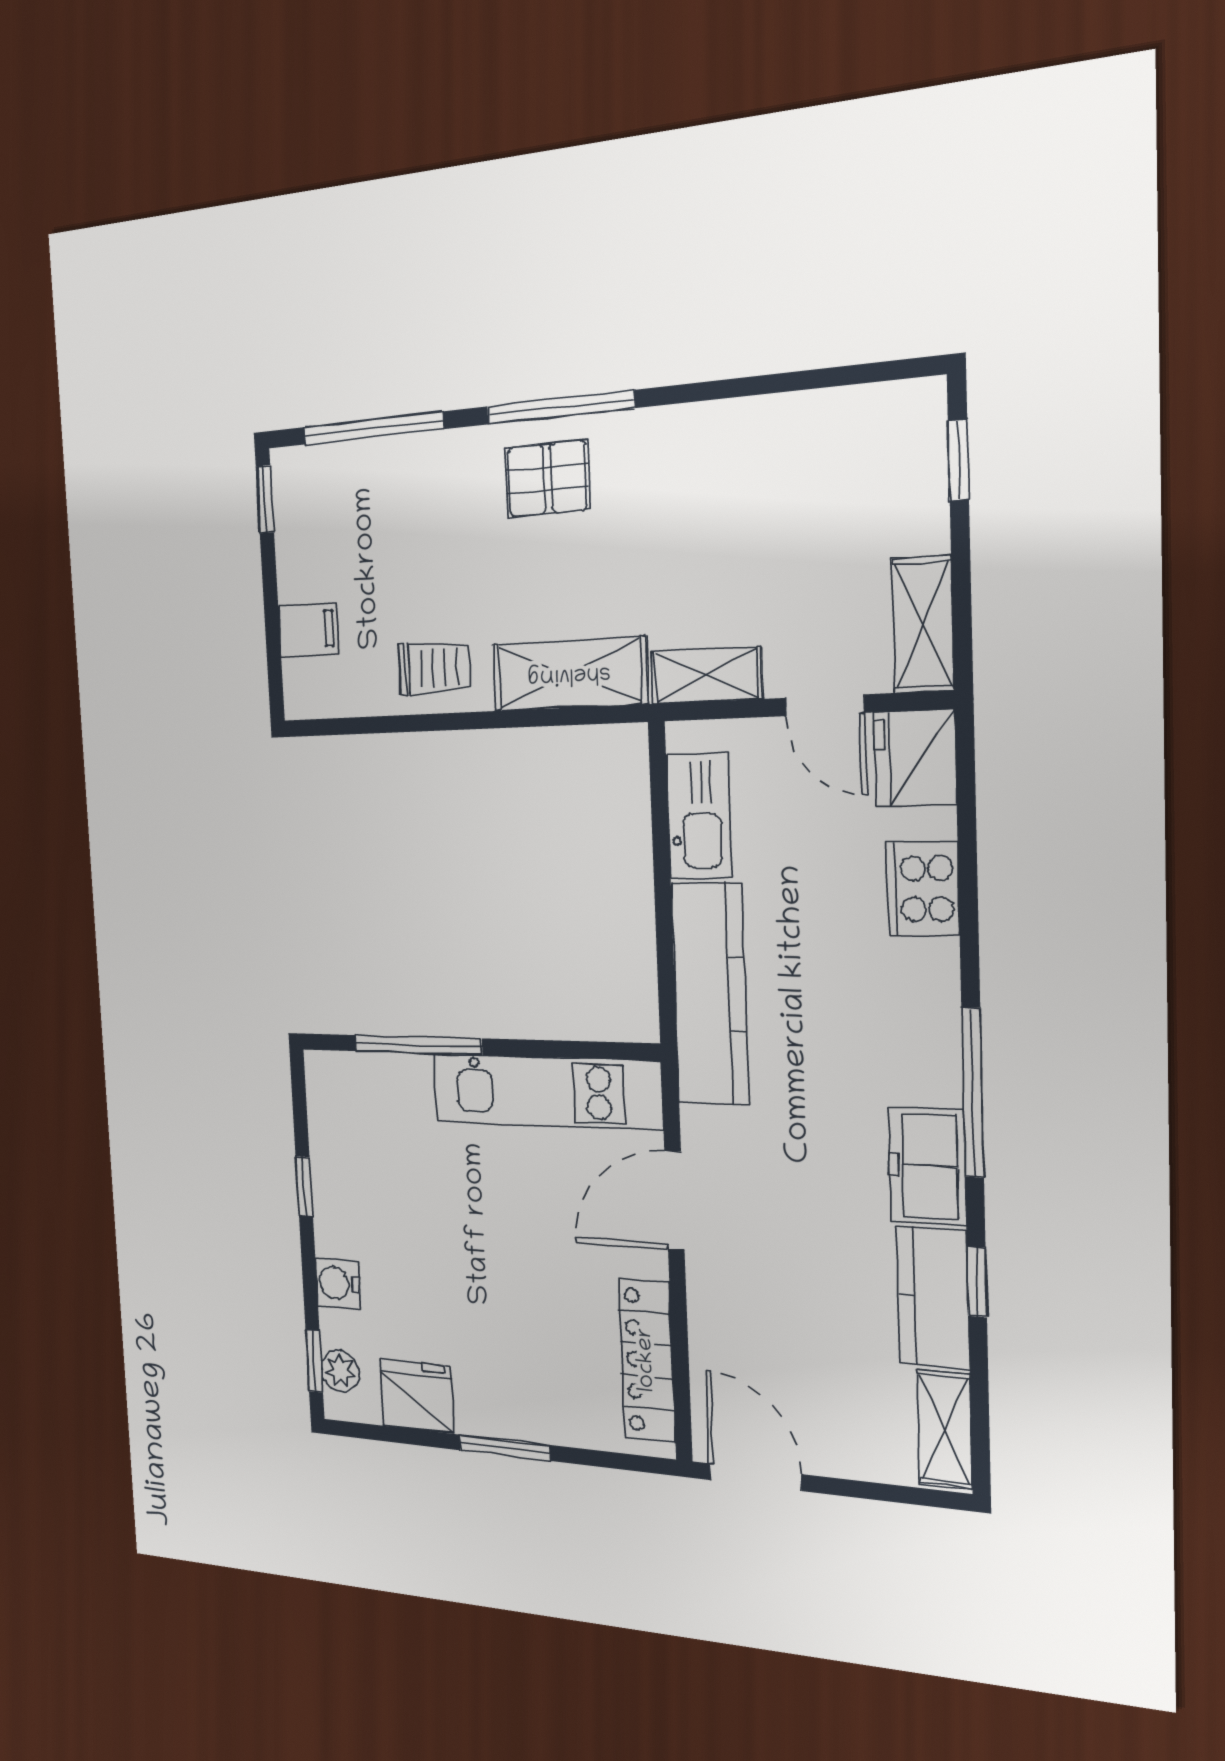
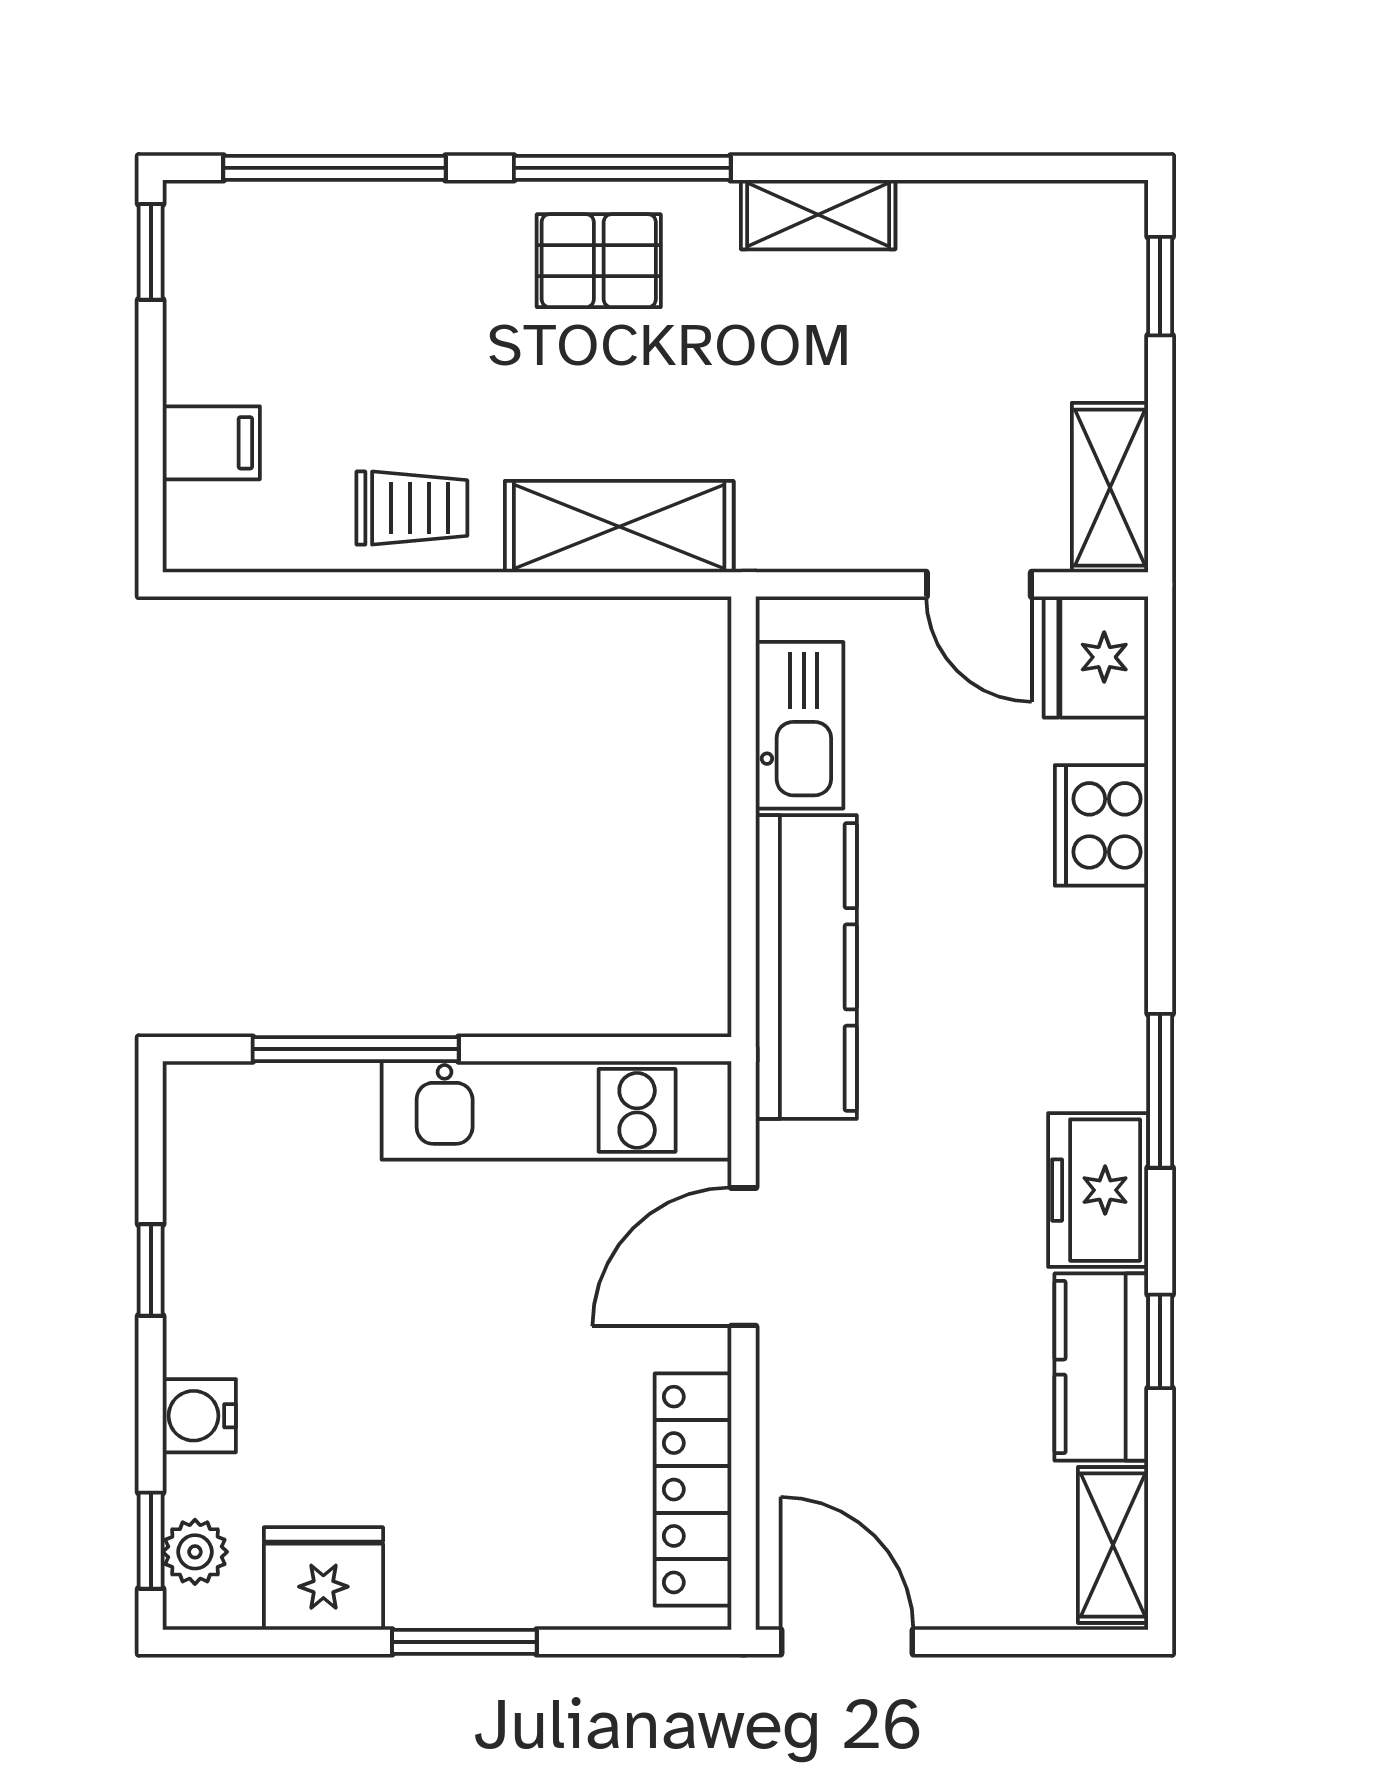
shelving: (706, 675) -> (818, 215), moved
window: (973, 1093) -> (1160, 1091), width x0.69

